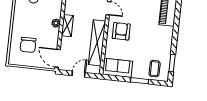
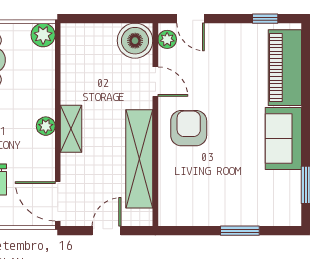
sofa: (118, 68) -> (283, 138), moved, turned -90
coffee table: (155, 69) -> (269, 201), removed

